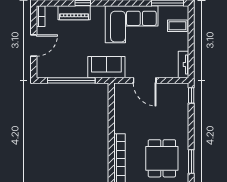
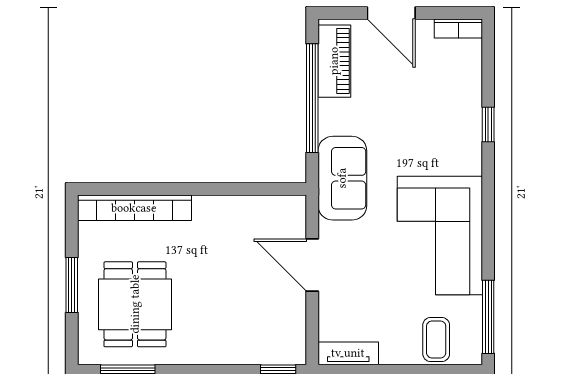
piano: (74, 13) -> (334, 61), moved, turned 180
door: (145, 80) -> (312, 265), hinge flipped
dining table: (162, 158) -> (135, 304), turned 90

